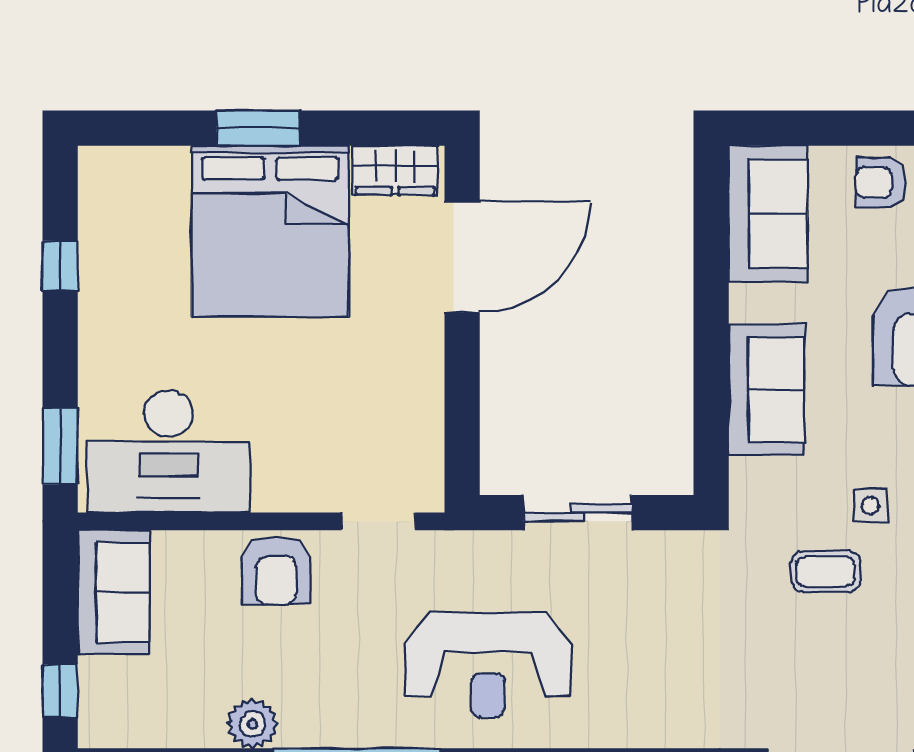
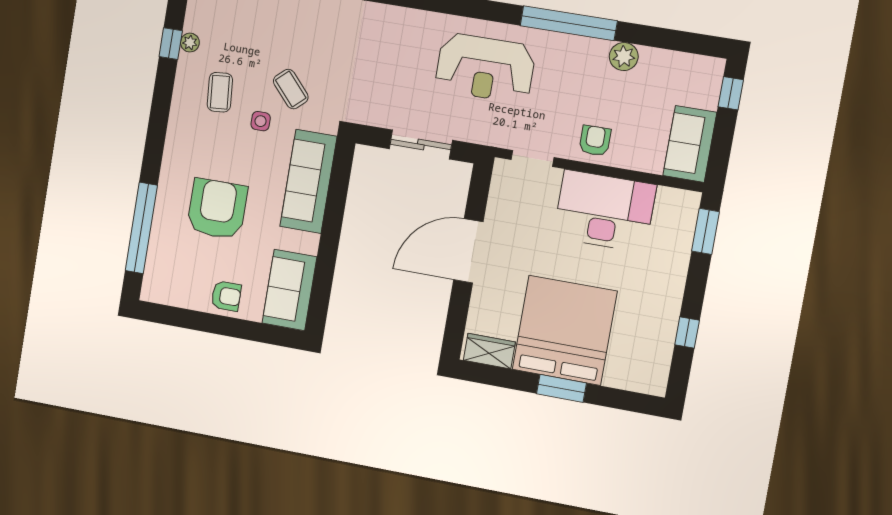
door: (462, 257) -> (468, 251), moved
sofa: (766, 390) -> (308, 182), width x1.36
desk: (169, 451) -> (605, 211), moved
armchair: (276, 571) -> (595, 141), width x0.72, depth x0.72
coffee table: (826, 571) -> (291, 89), turned 48
reception desk: (488, 665) -> (485, 68), turned 180

